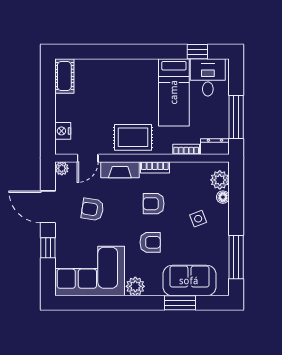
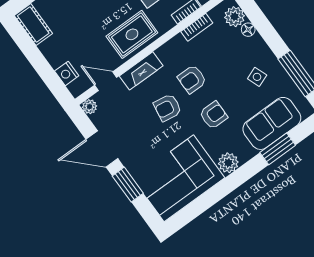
door: (88, 158) -> (106, 81), swing flipped
bookcase: (155, 167) -> (197, 27), moved
armchair: (92, 209) -> (167, 108), moved
side table: (198, 219) -> (257, 77), moved
window: (48, 248) -> (128, 185), width x1.50

